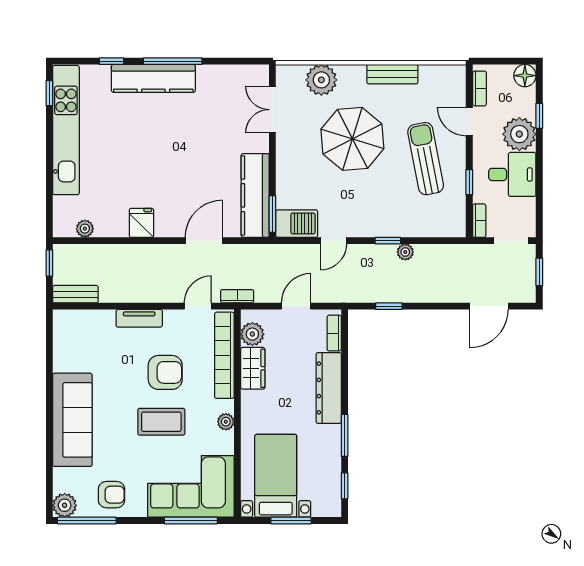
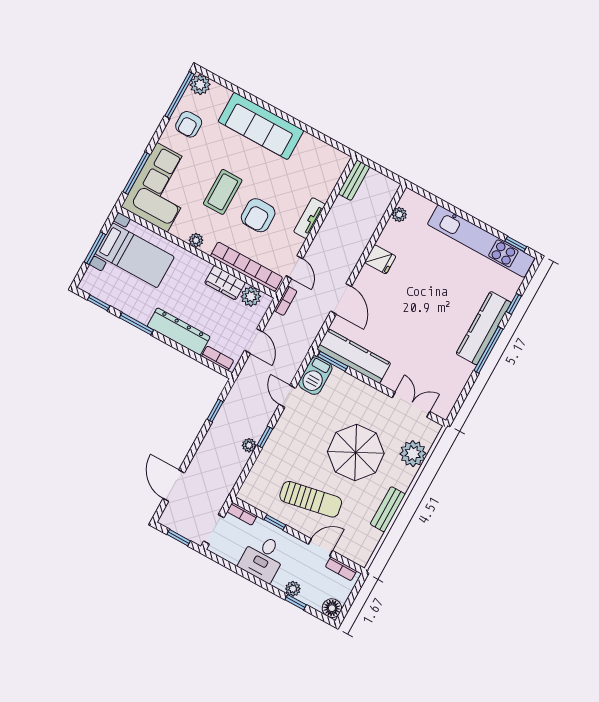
plant: (519, 134) -> (293, 589), width x0.53, depth x0.53
window: (49, 263) -> (388, 174), removed

